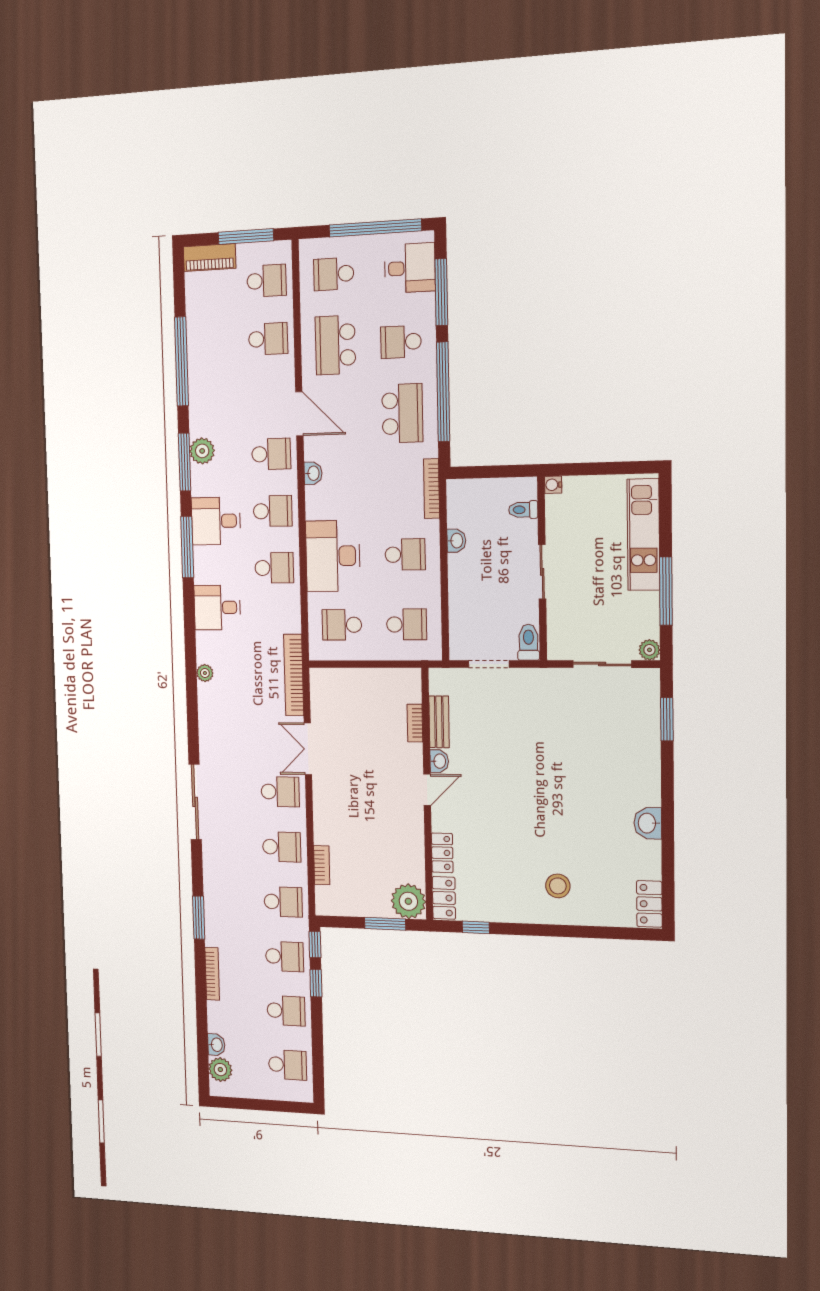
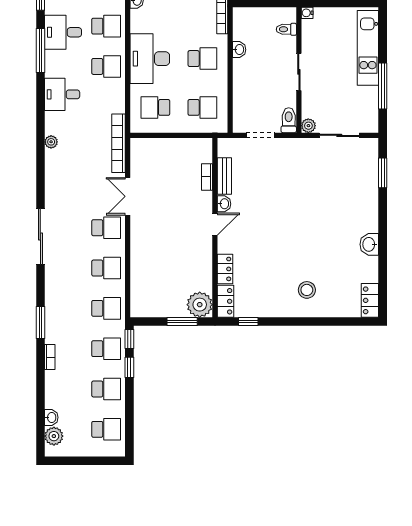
plant: (649, 650) -> (308, 126), moved
bookcase: (322, 865) -> (136, 280), removed
bookcase: (212, 974) -> (50, 357), width x0.64

